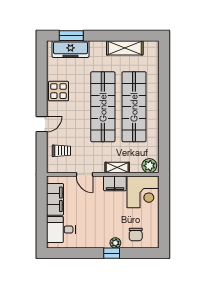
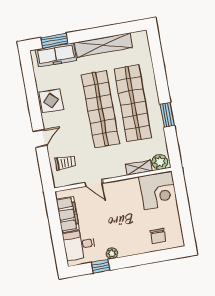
shelving: (125, 48) -> (104, 45), width x1.47
window: (164, 123) -> (167, 115), added
shelving: (117, 168) -> (139, 168), moved
filing cabinet: (115, 183) -> (127, 187), removed
plant: (115, 243) -> (112, 253), moved
window: (112, 253) -> (101, 266), moved

